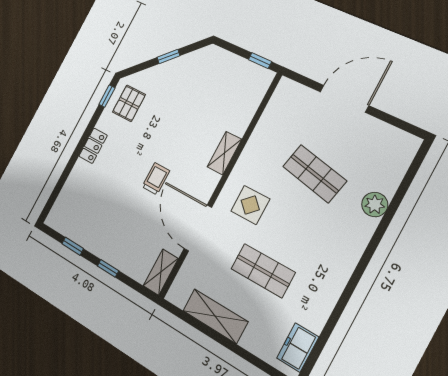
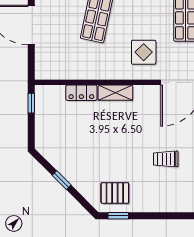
locker: (93, 146) -> (81, 93), moved, turned 180
trolley: (156, 179) -> (166, 159), moved

